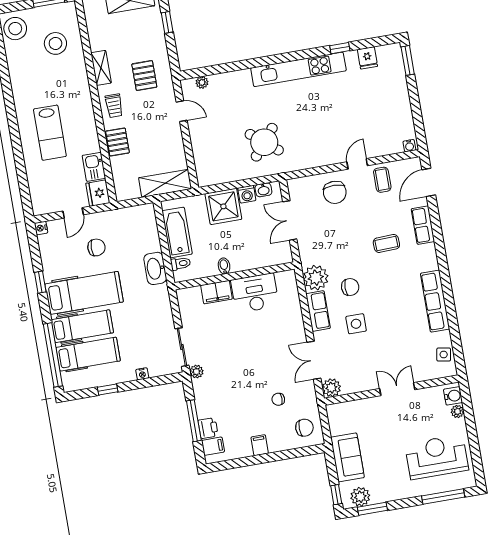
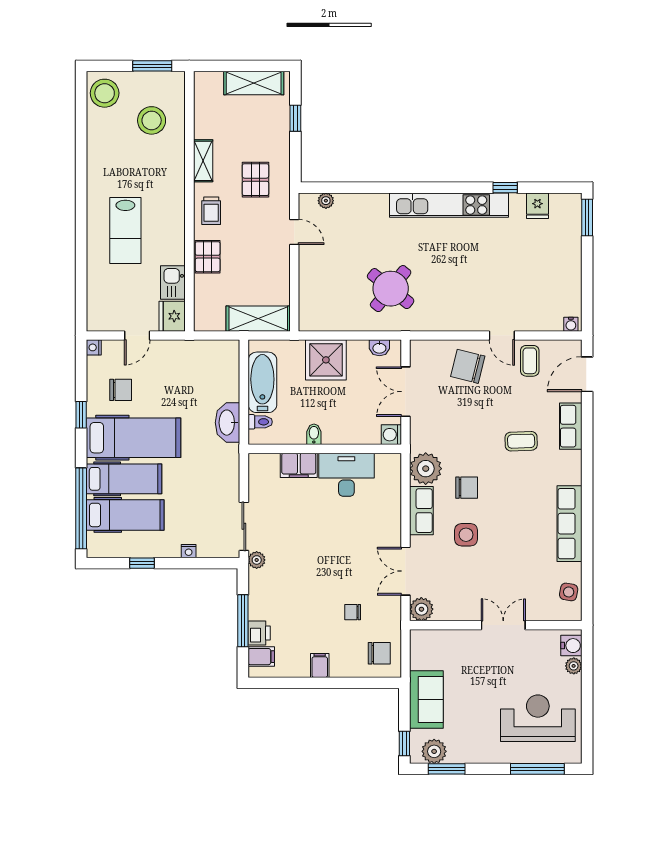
door: (357, 164) -> (502, 335), swing flipped
chair: (335, 192) -> (468, 366), turned 104
washing machine: (247, 194) -> (391, 435), moved, turned 90
chair: (96, 247) -> (121, 390), moved

